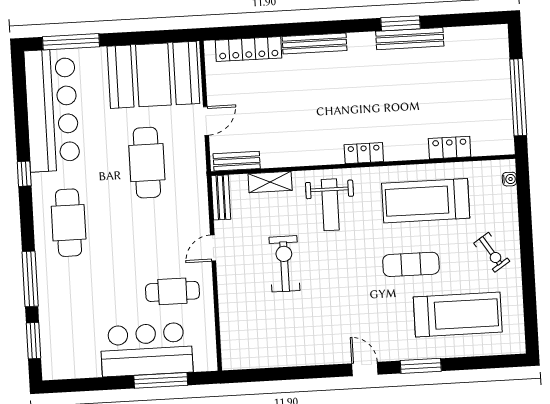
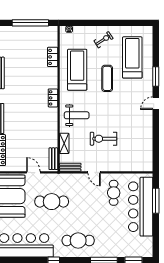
treadmill: (426, 201) -> (77, 70), turned 180
bar counter: (147, 350) -> (141, 207), width x1.36

